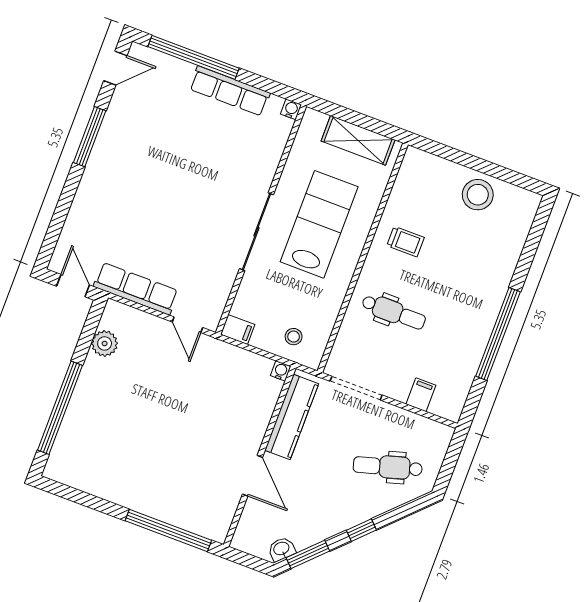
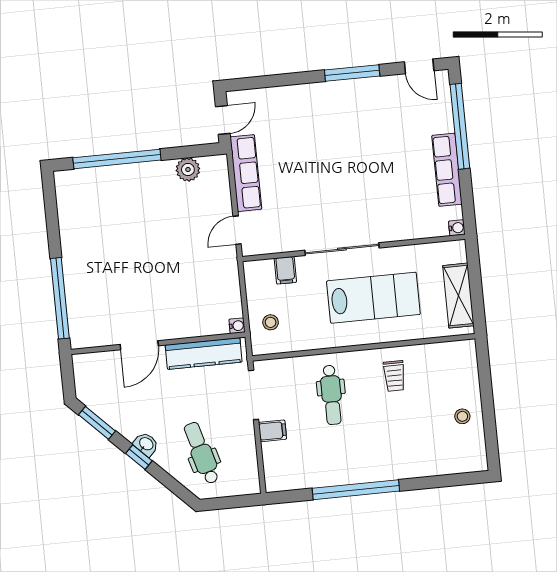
stool: (478, 195) -> (462, 416), width x0.53, depth x0.53
filing cabinet: (238, 330) -> (285, 270), moved
filing cabinet: (421, 395) -> (273, 431), moved
washbasin: (282, 549) -> (146, 444), moved

